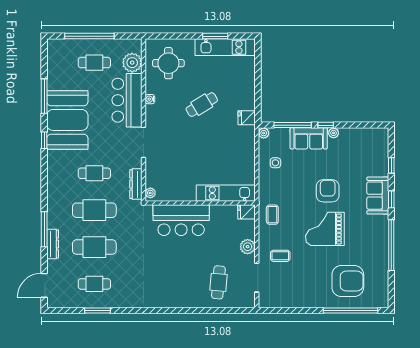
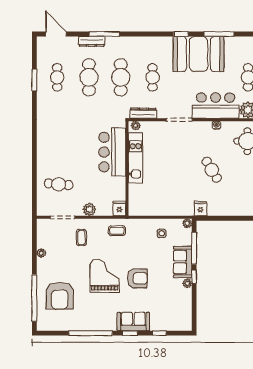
kitchen unit: (226, 193) -> (136, 158), moved
plant: (298, 302) -> (41, 253), added

